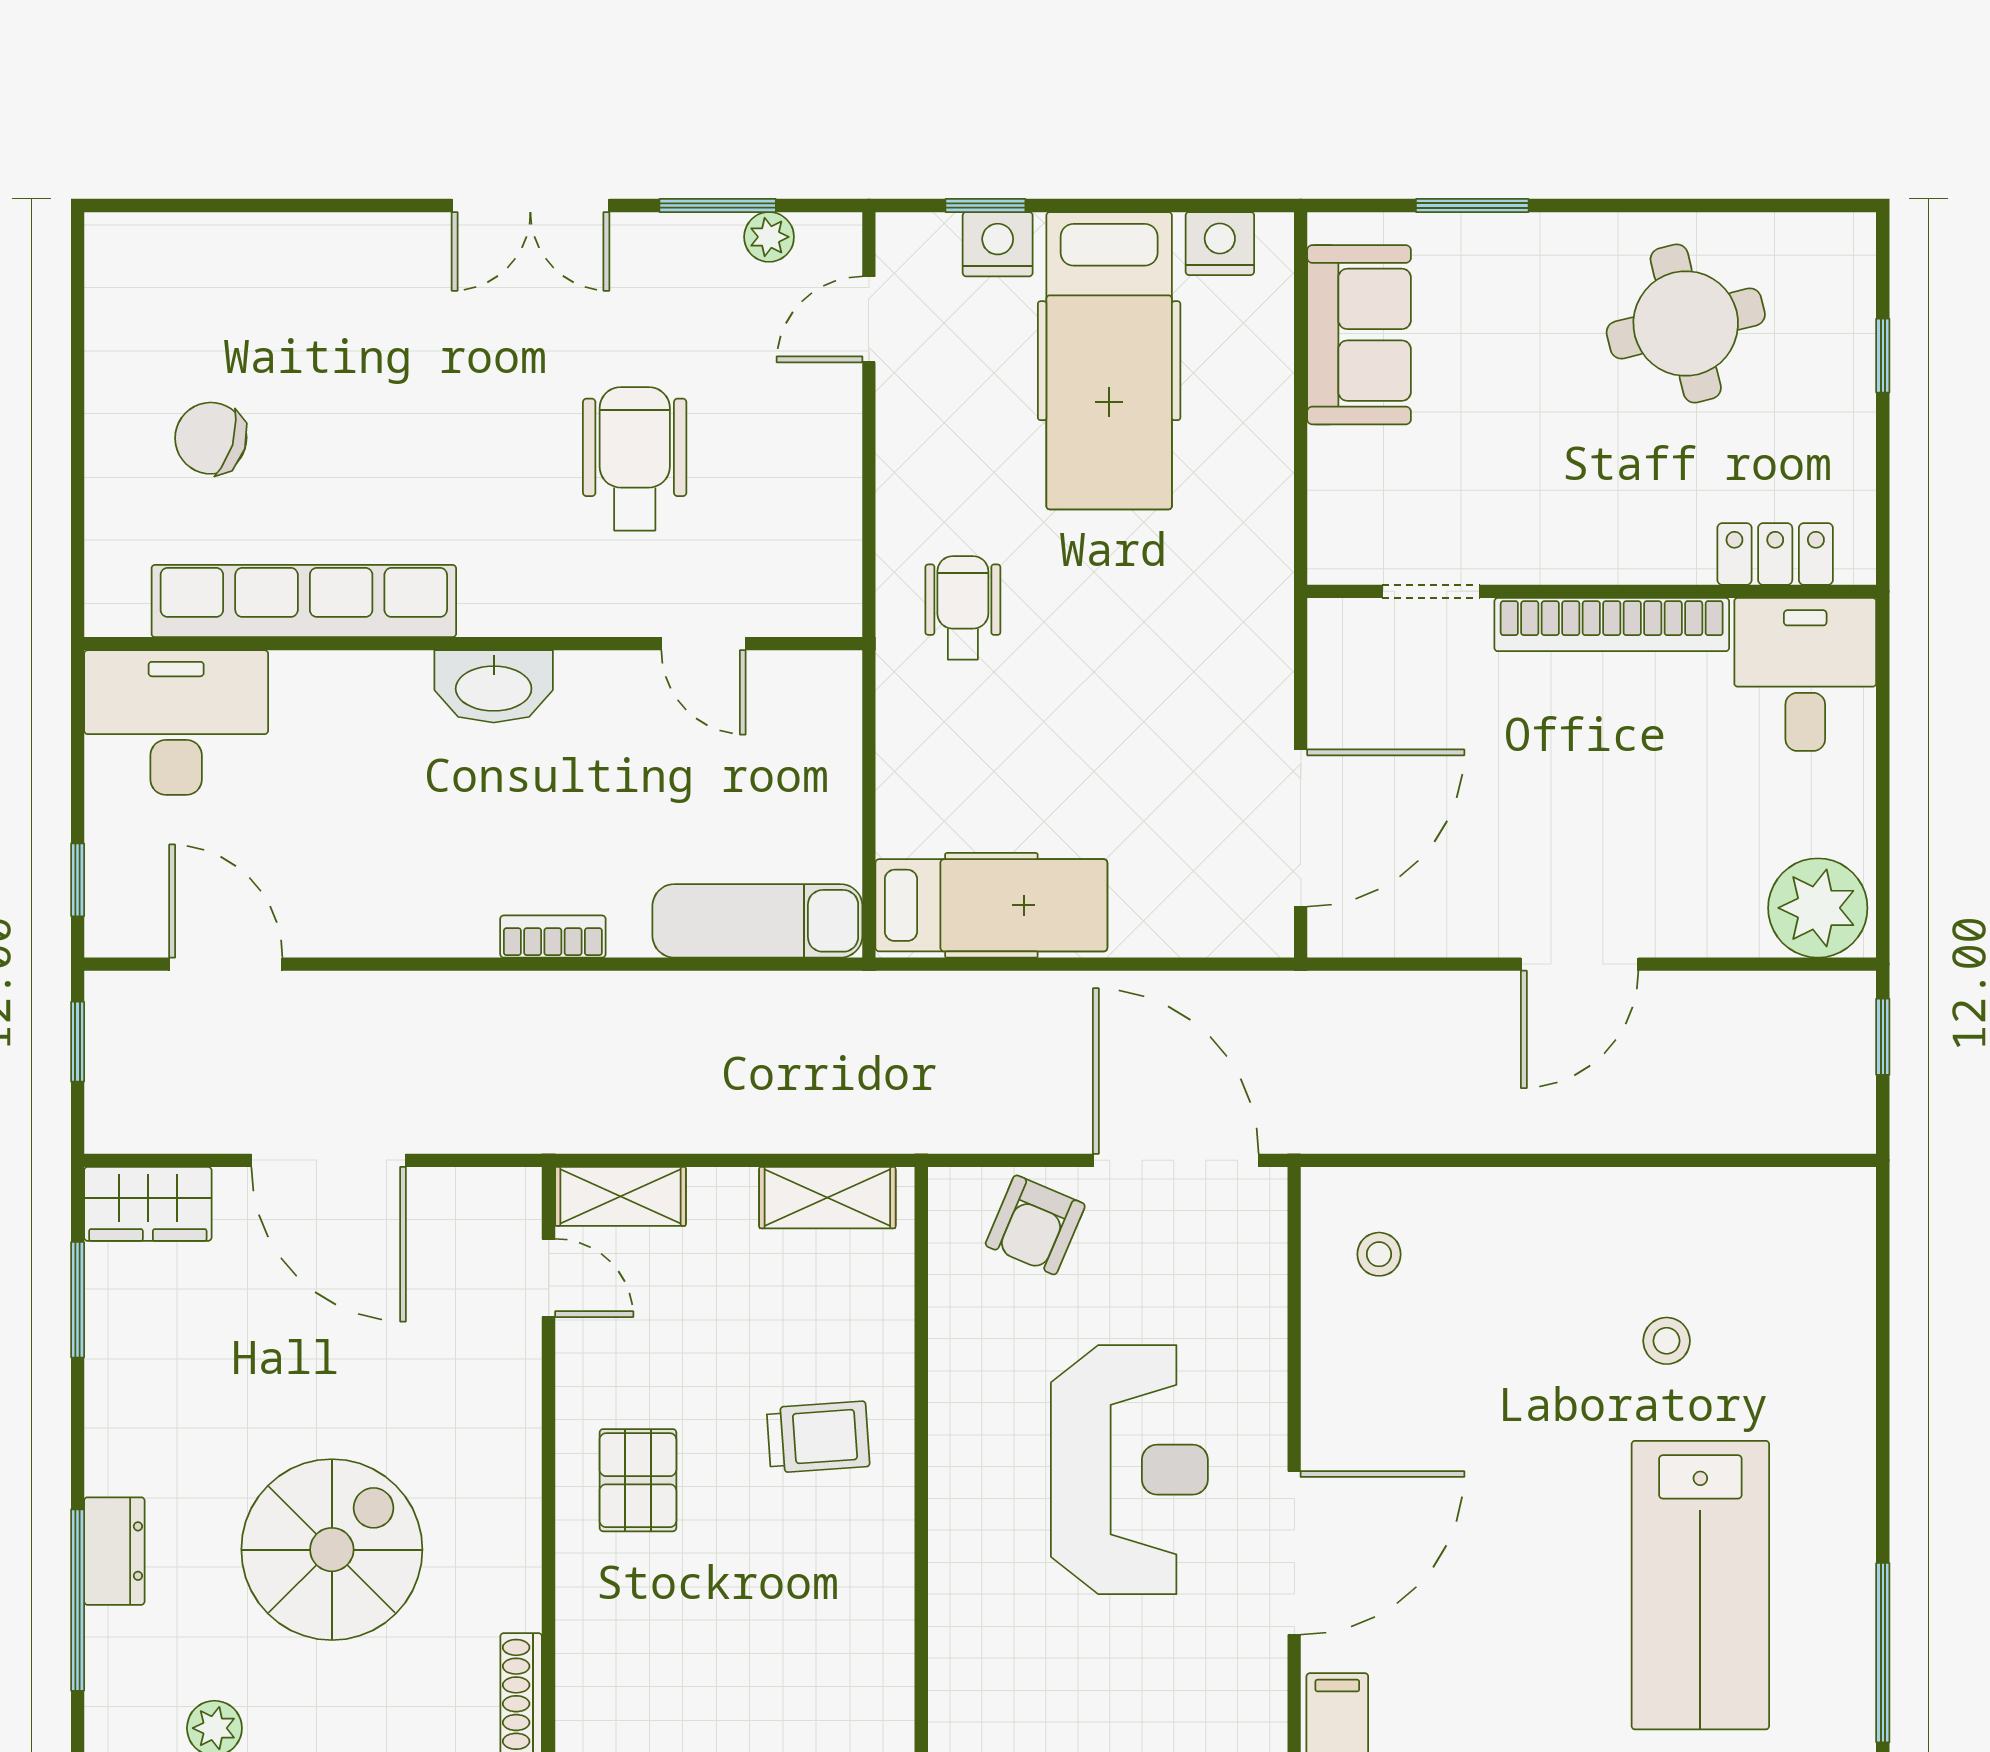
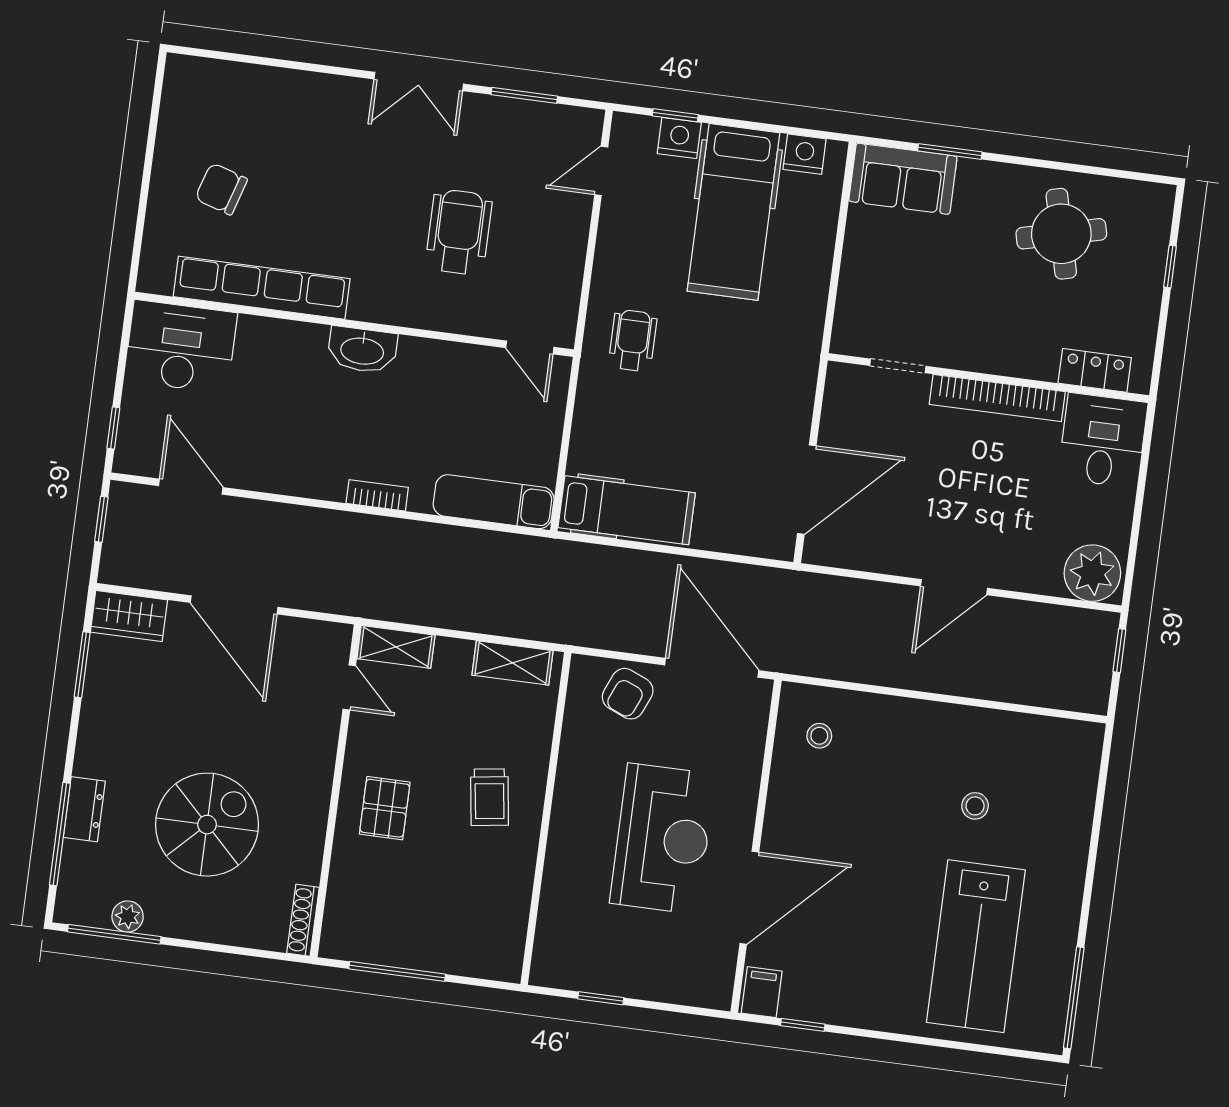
plant: (769, 237) -> (551, 117), removed
sofa: (1359, 335) -> (903, 179), moved, turned 90
door: (704, 644) -> (530, 347), moved
trolley: (818, 1437) -> (490, 797), turned 86

